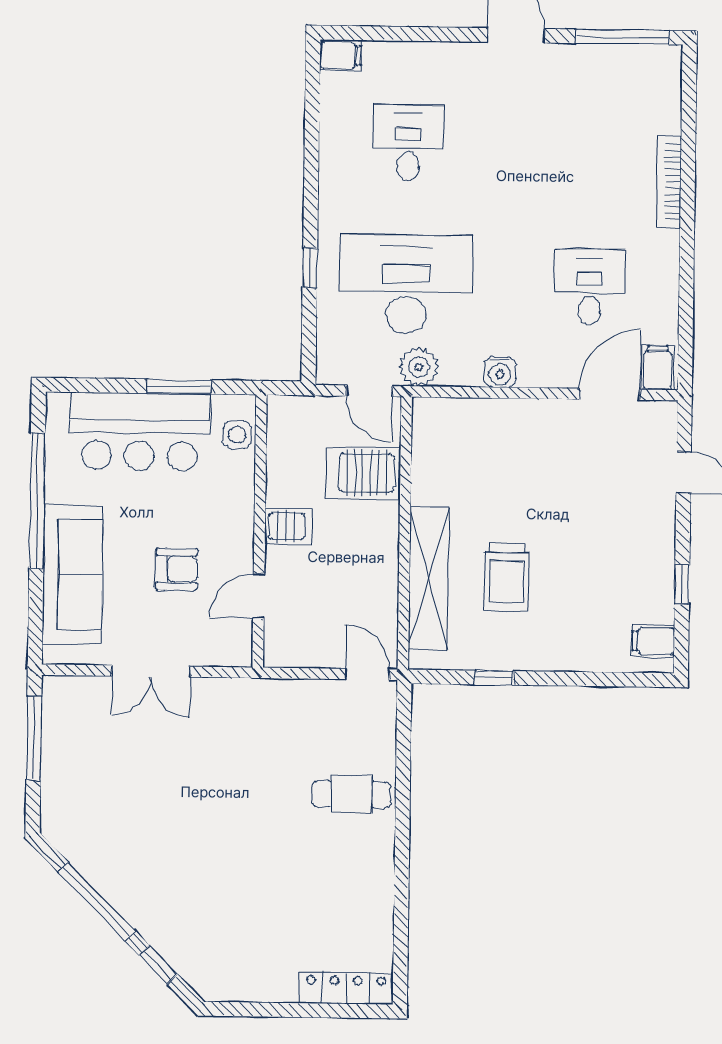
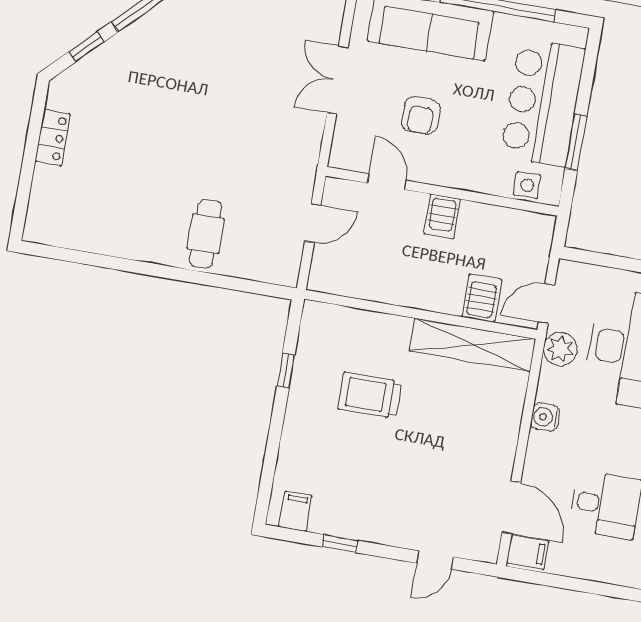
server rack: (364, 473) -> (482, 298), width x0.73, depth x0.70
shelving: (429, 578) -> (473, 345), moved
door: (367, 674) -> (313, 223), moved
locker: (346, 988) -> (53, 138), moved, width x0.66

